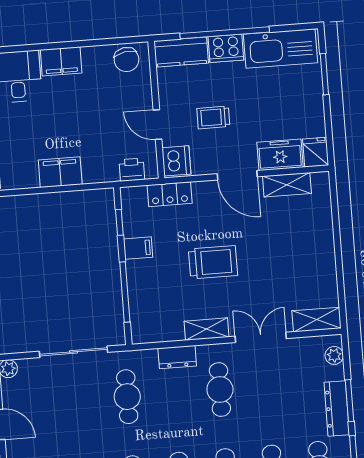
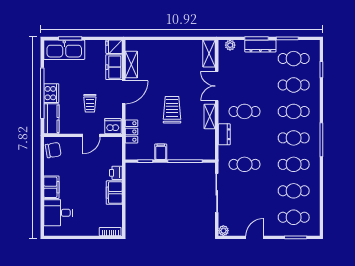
kitchen sink: (280, 48) -> (64, 50), moved, turned 90
printer: (132, 170) -> (116, 173), moved

